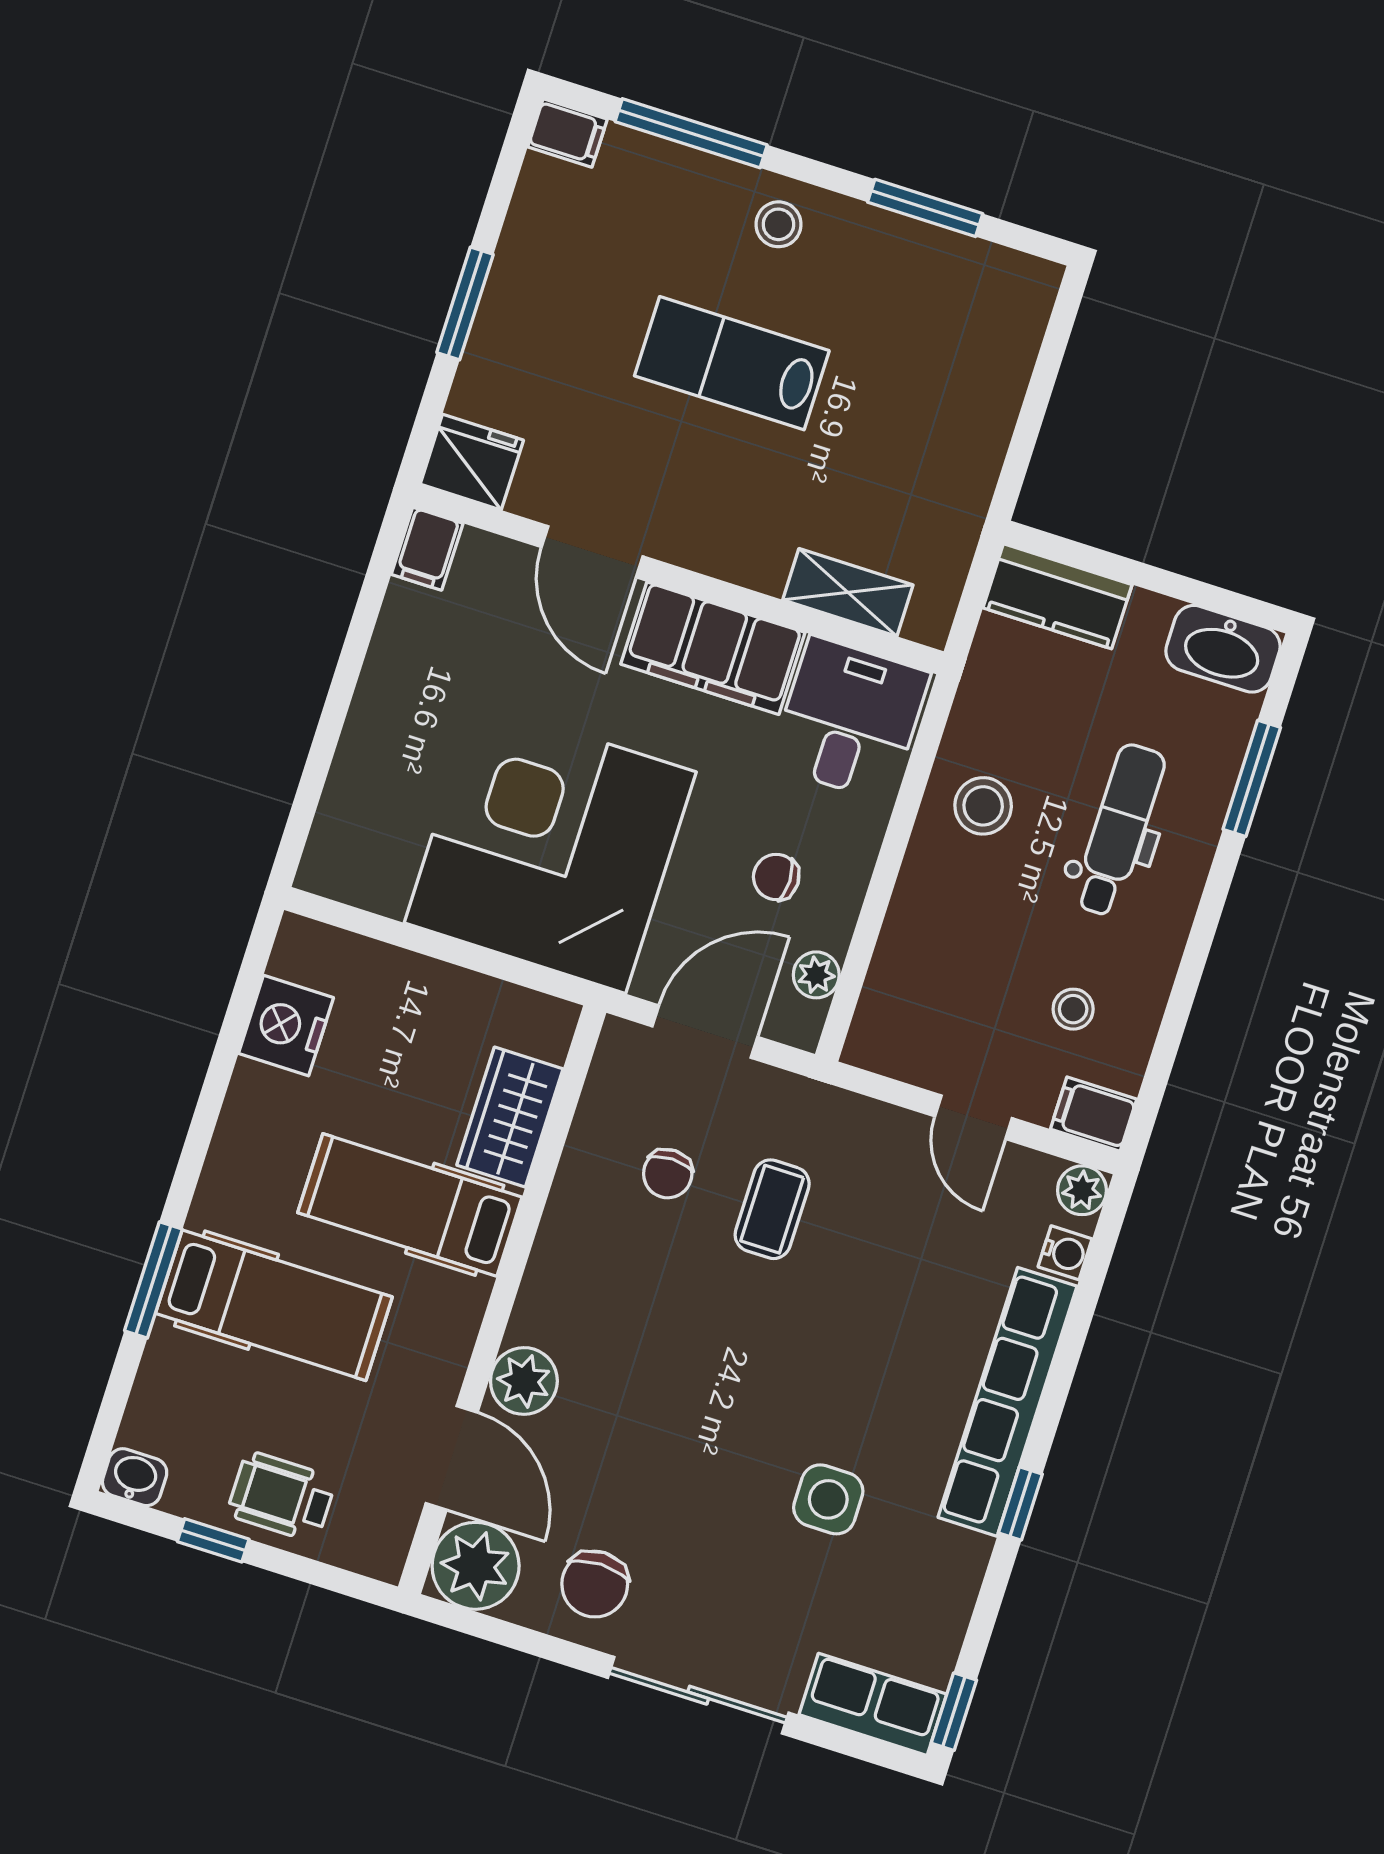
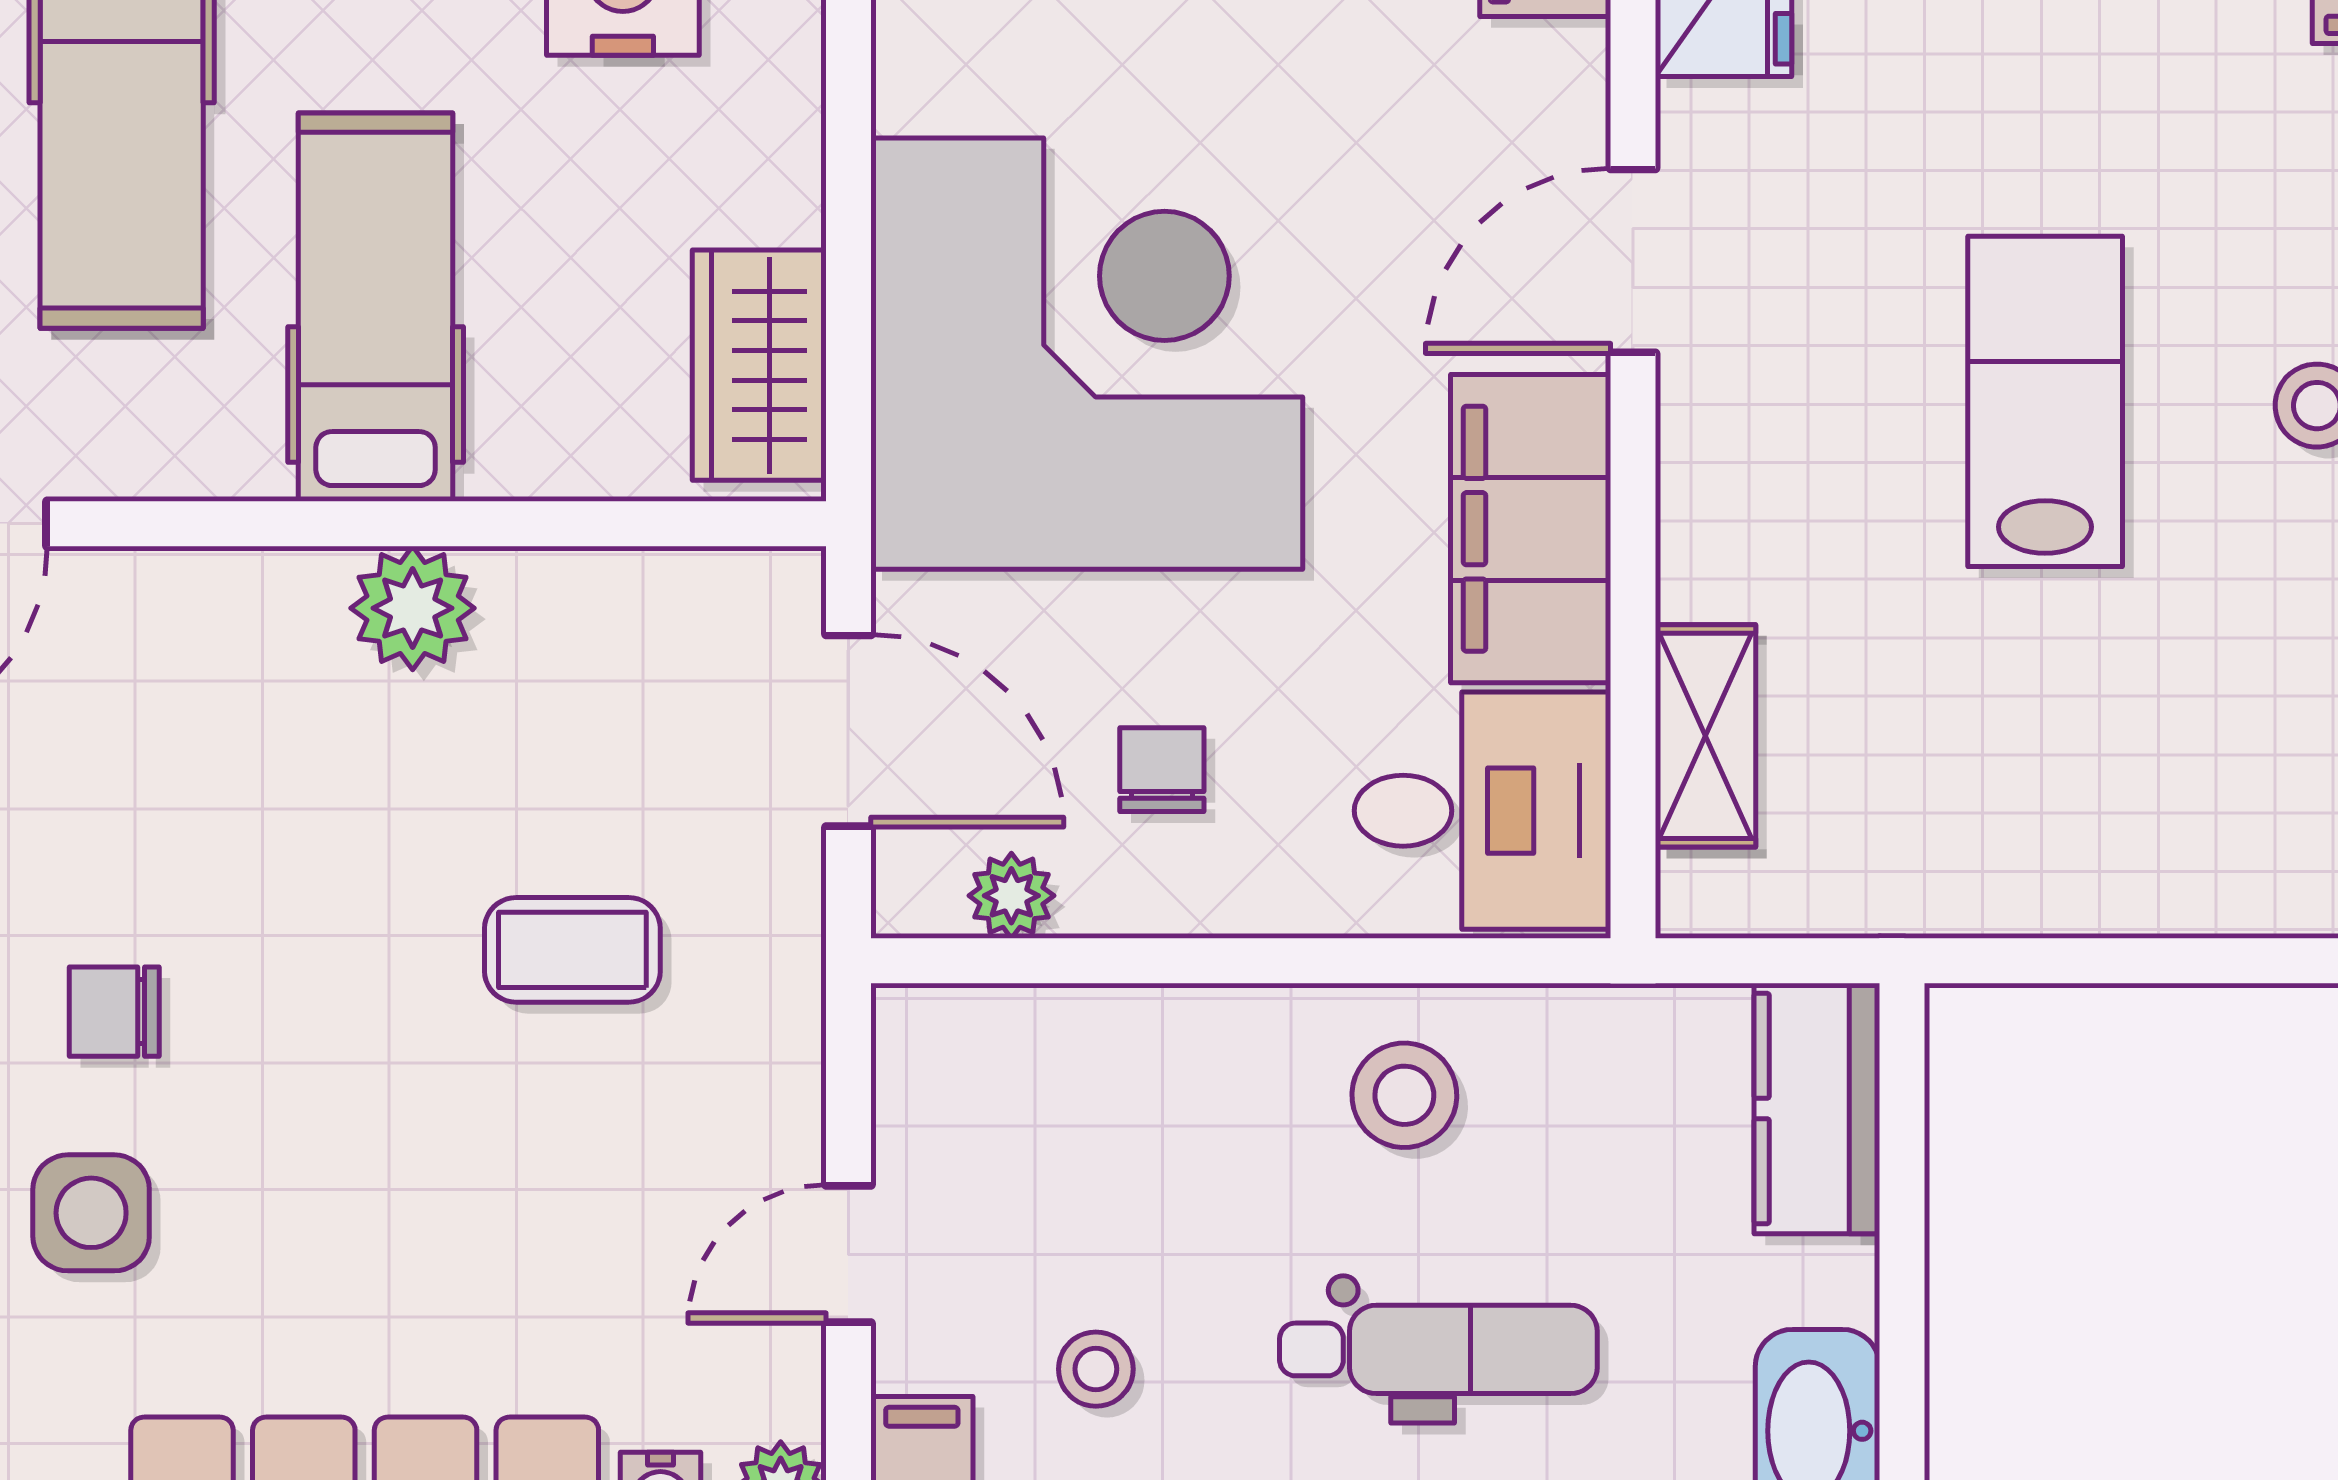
wardrobe: (510, 1117) -> (759, 365), moved, turned -90
chair: (668, 1174) -> (114, 1012), moved
plant: (524, 1381) -> (413, 608), moved

